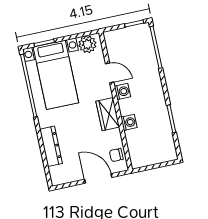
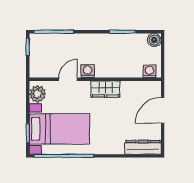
washing machine: (129, 122) -> (149, 71), moved
dresser: (51, 146) -> (143, 147), moved
boiler: (170, 154) -> (154, 40), added
chair: (116, 155) -> (145, 89), removed

